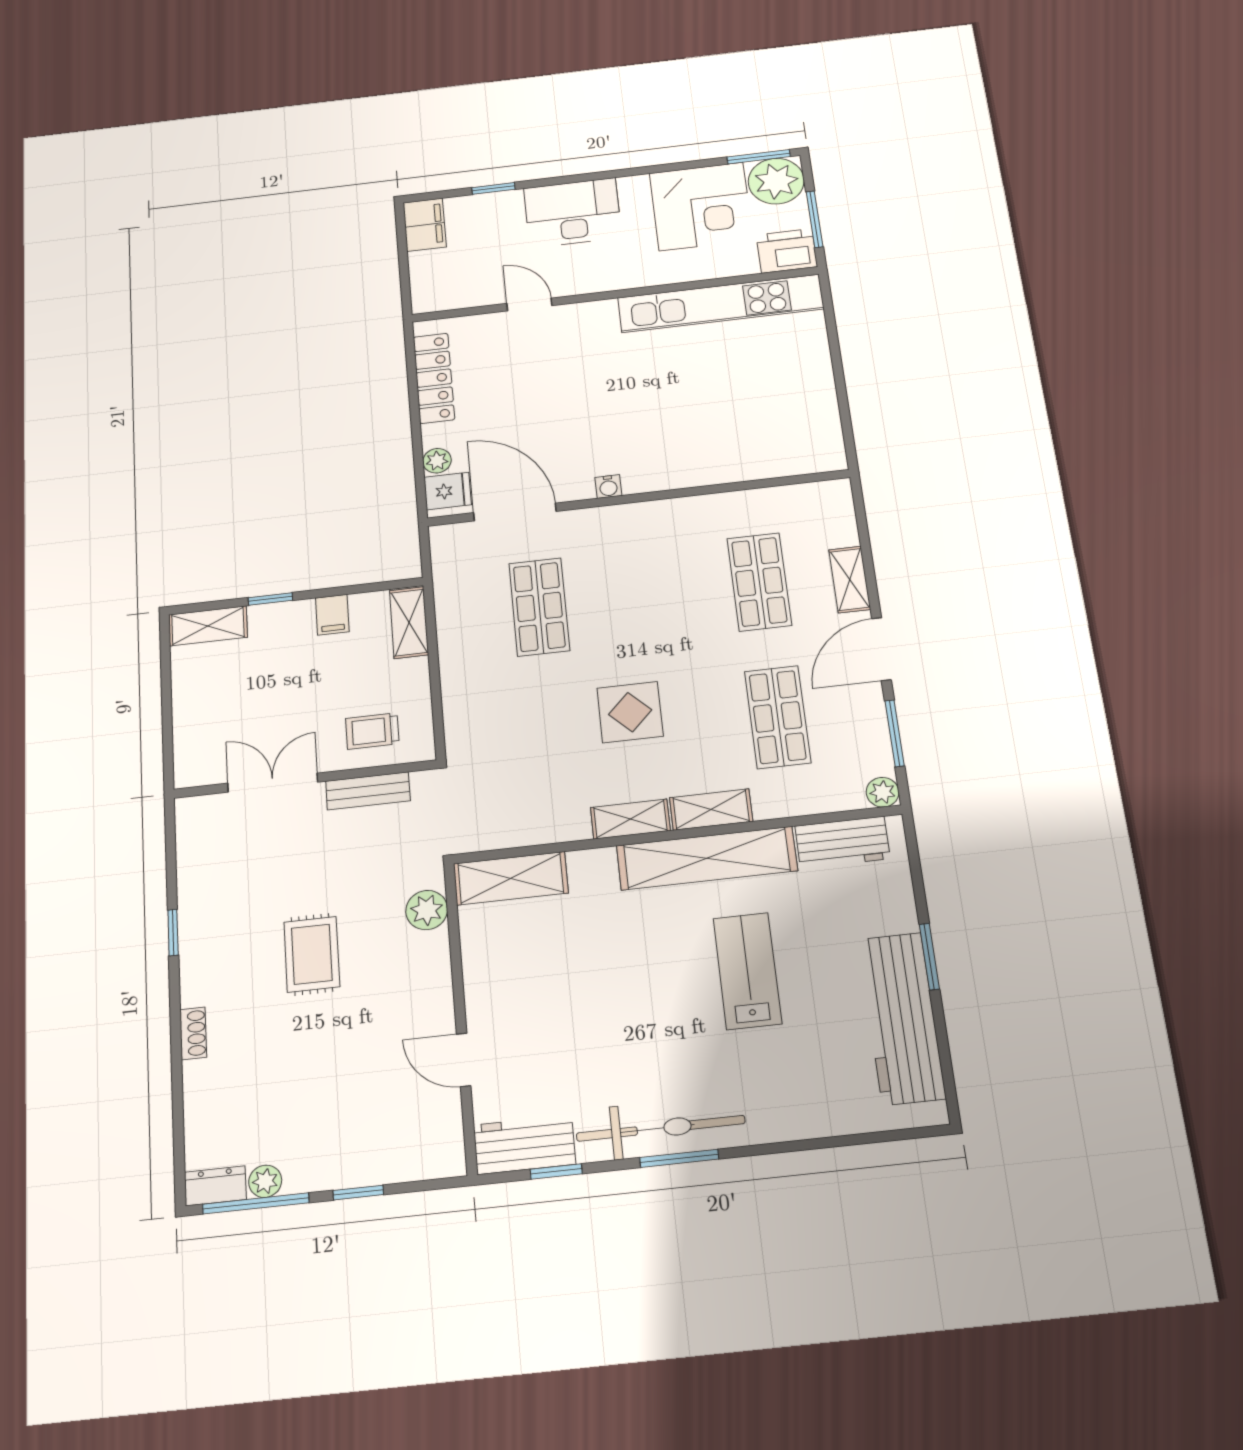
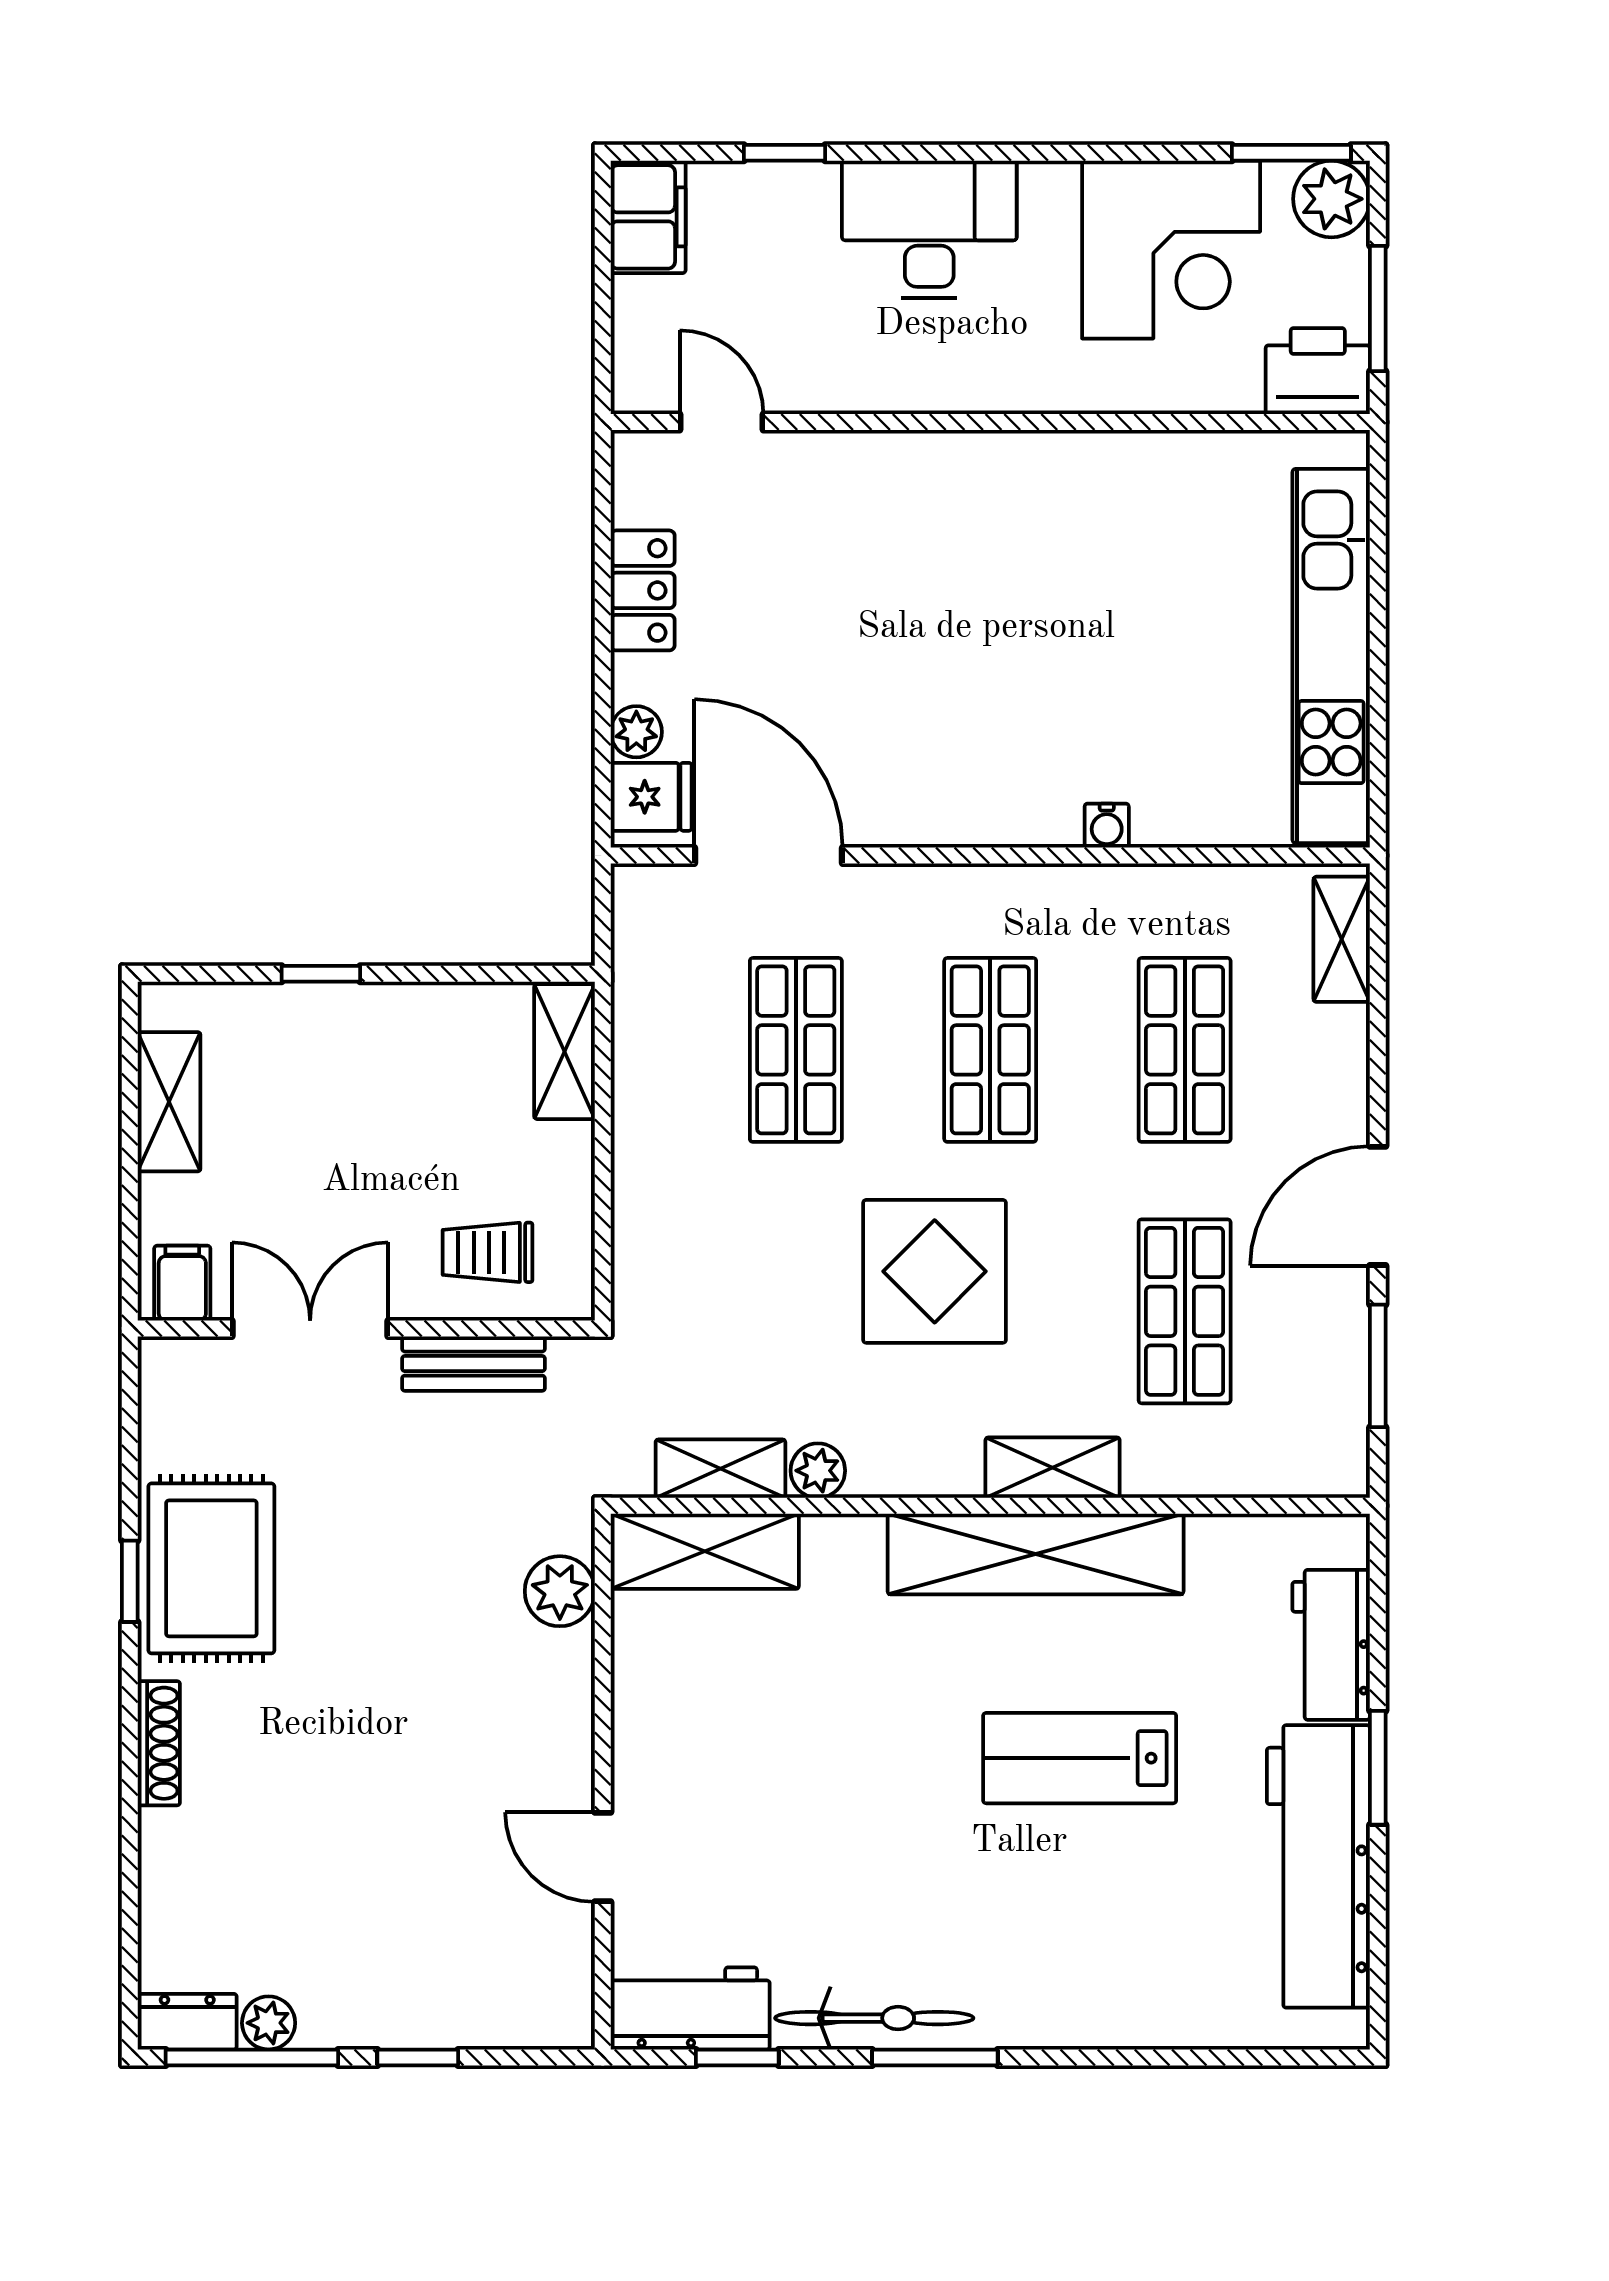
plant: (776, 181) -> (1331, 199), width x0.73, depth x0.73
kitchen unit: (721, 303) -> (1331, 656), moved, turned 90
door: (529, 304) -> (721, 422), moved
locker: (434, 378) -> (643, 590), width x0.66
water cooler: (608, 487) -> (1107, 826), moved
shelving: (850, 580) -> (1342, 939), moved
shop shelf: (649, 594) -> (990, 1050), added
filing cabinet: (332, 615) -> (182, 1283), moved, turned 180
shelving: (208, 626) -> (169, 1102), moved, turned 90
display table: (630, 712) -> (935, 1271), width x1.36, depth x1.36
plant: (883, 792) -> (818, 1471), moved
shelving: (630, 819) -> (720, 1469), moved
workbench: (842, 842) -> (1331, 1645), moved, turned 90
rug: (312, 954) -> (211, 1568), moved, width x1.36, depth x1.43
lab bench: (747, 971) -> (1080, 1758), turned -90
shoe rack: (193, 1033) -> (159, 1743), width x1.43
bicycle: (661, 1128) -> (874, 2018), width x0.73, depth x0.71

